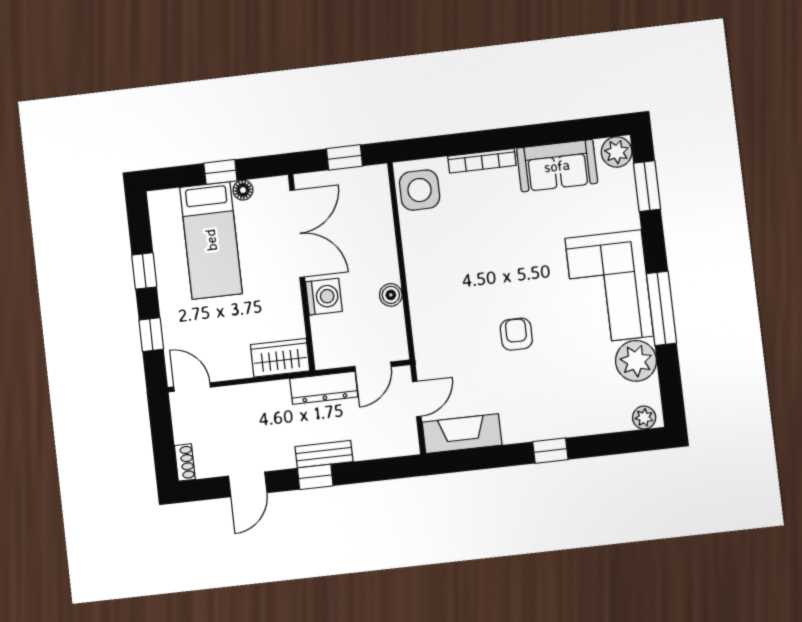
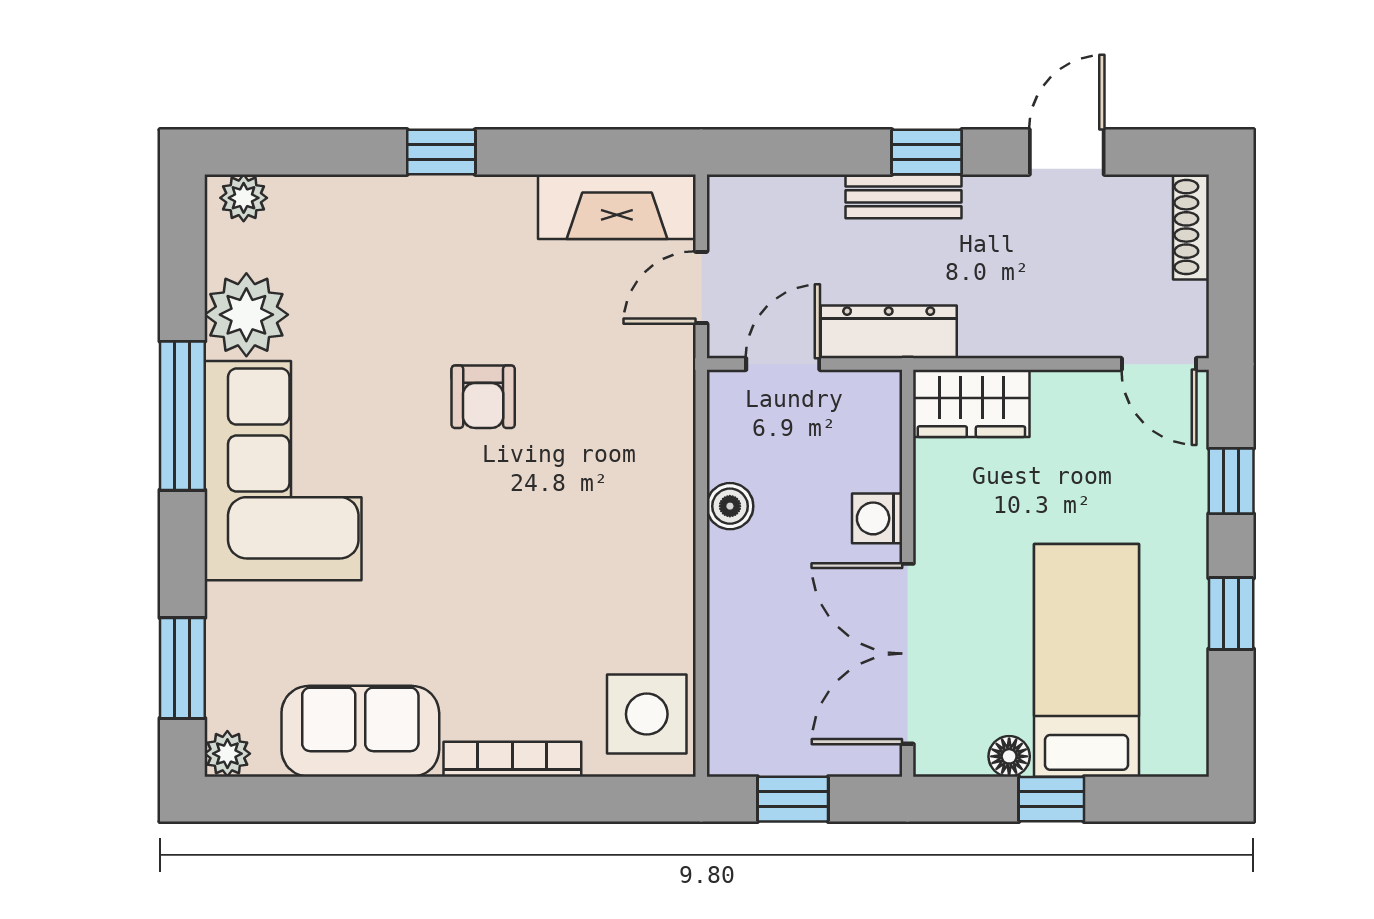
plant: (617, 152) -> (227, 754), width x0.73, depth x0.73
washing machine: (324, 297) -> (877, 518), width x0.73, depth x0.73
shoe rack: (185, 462) -> (1191, 227), width x1.43

